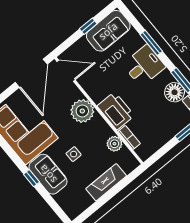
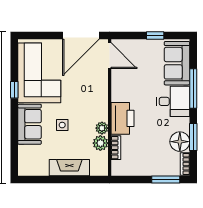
sofa: (108, 31) -> (177, 63), moved, turned 90
window: (151, 43) -> (193, 88), width x1.44
plant: (82, 111) -> (102, 128), moved, width x0.53, depth x0.53
window: (32, 178) -> (14, 90), moved

